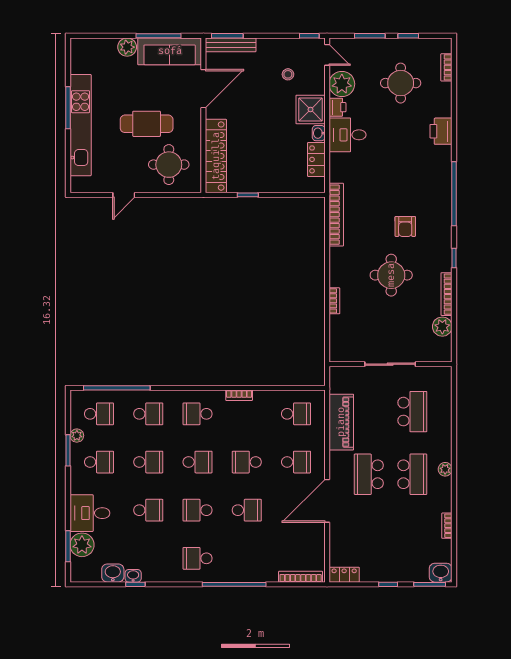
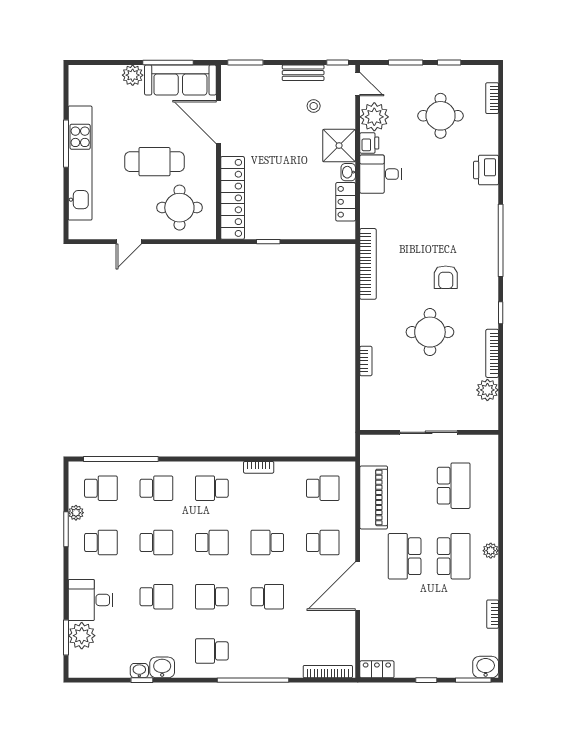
bench: (231, 45) -> (303, 73), moved, width x0.73
door: (203, 89) -> (219, 122), swing flipped
washbasin: (113, 573) -> (162, 667), moved

